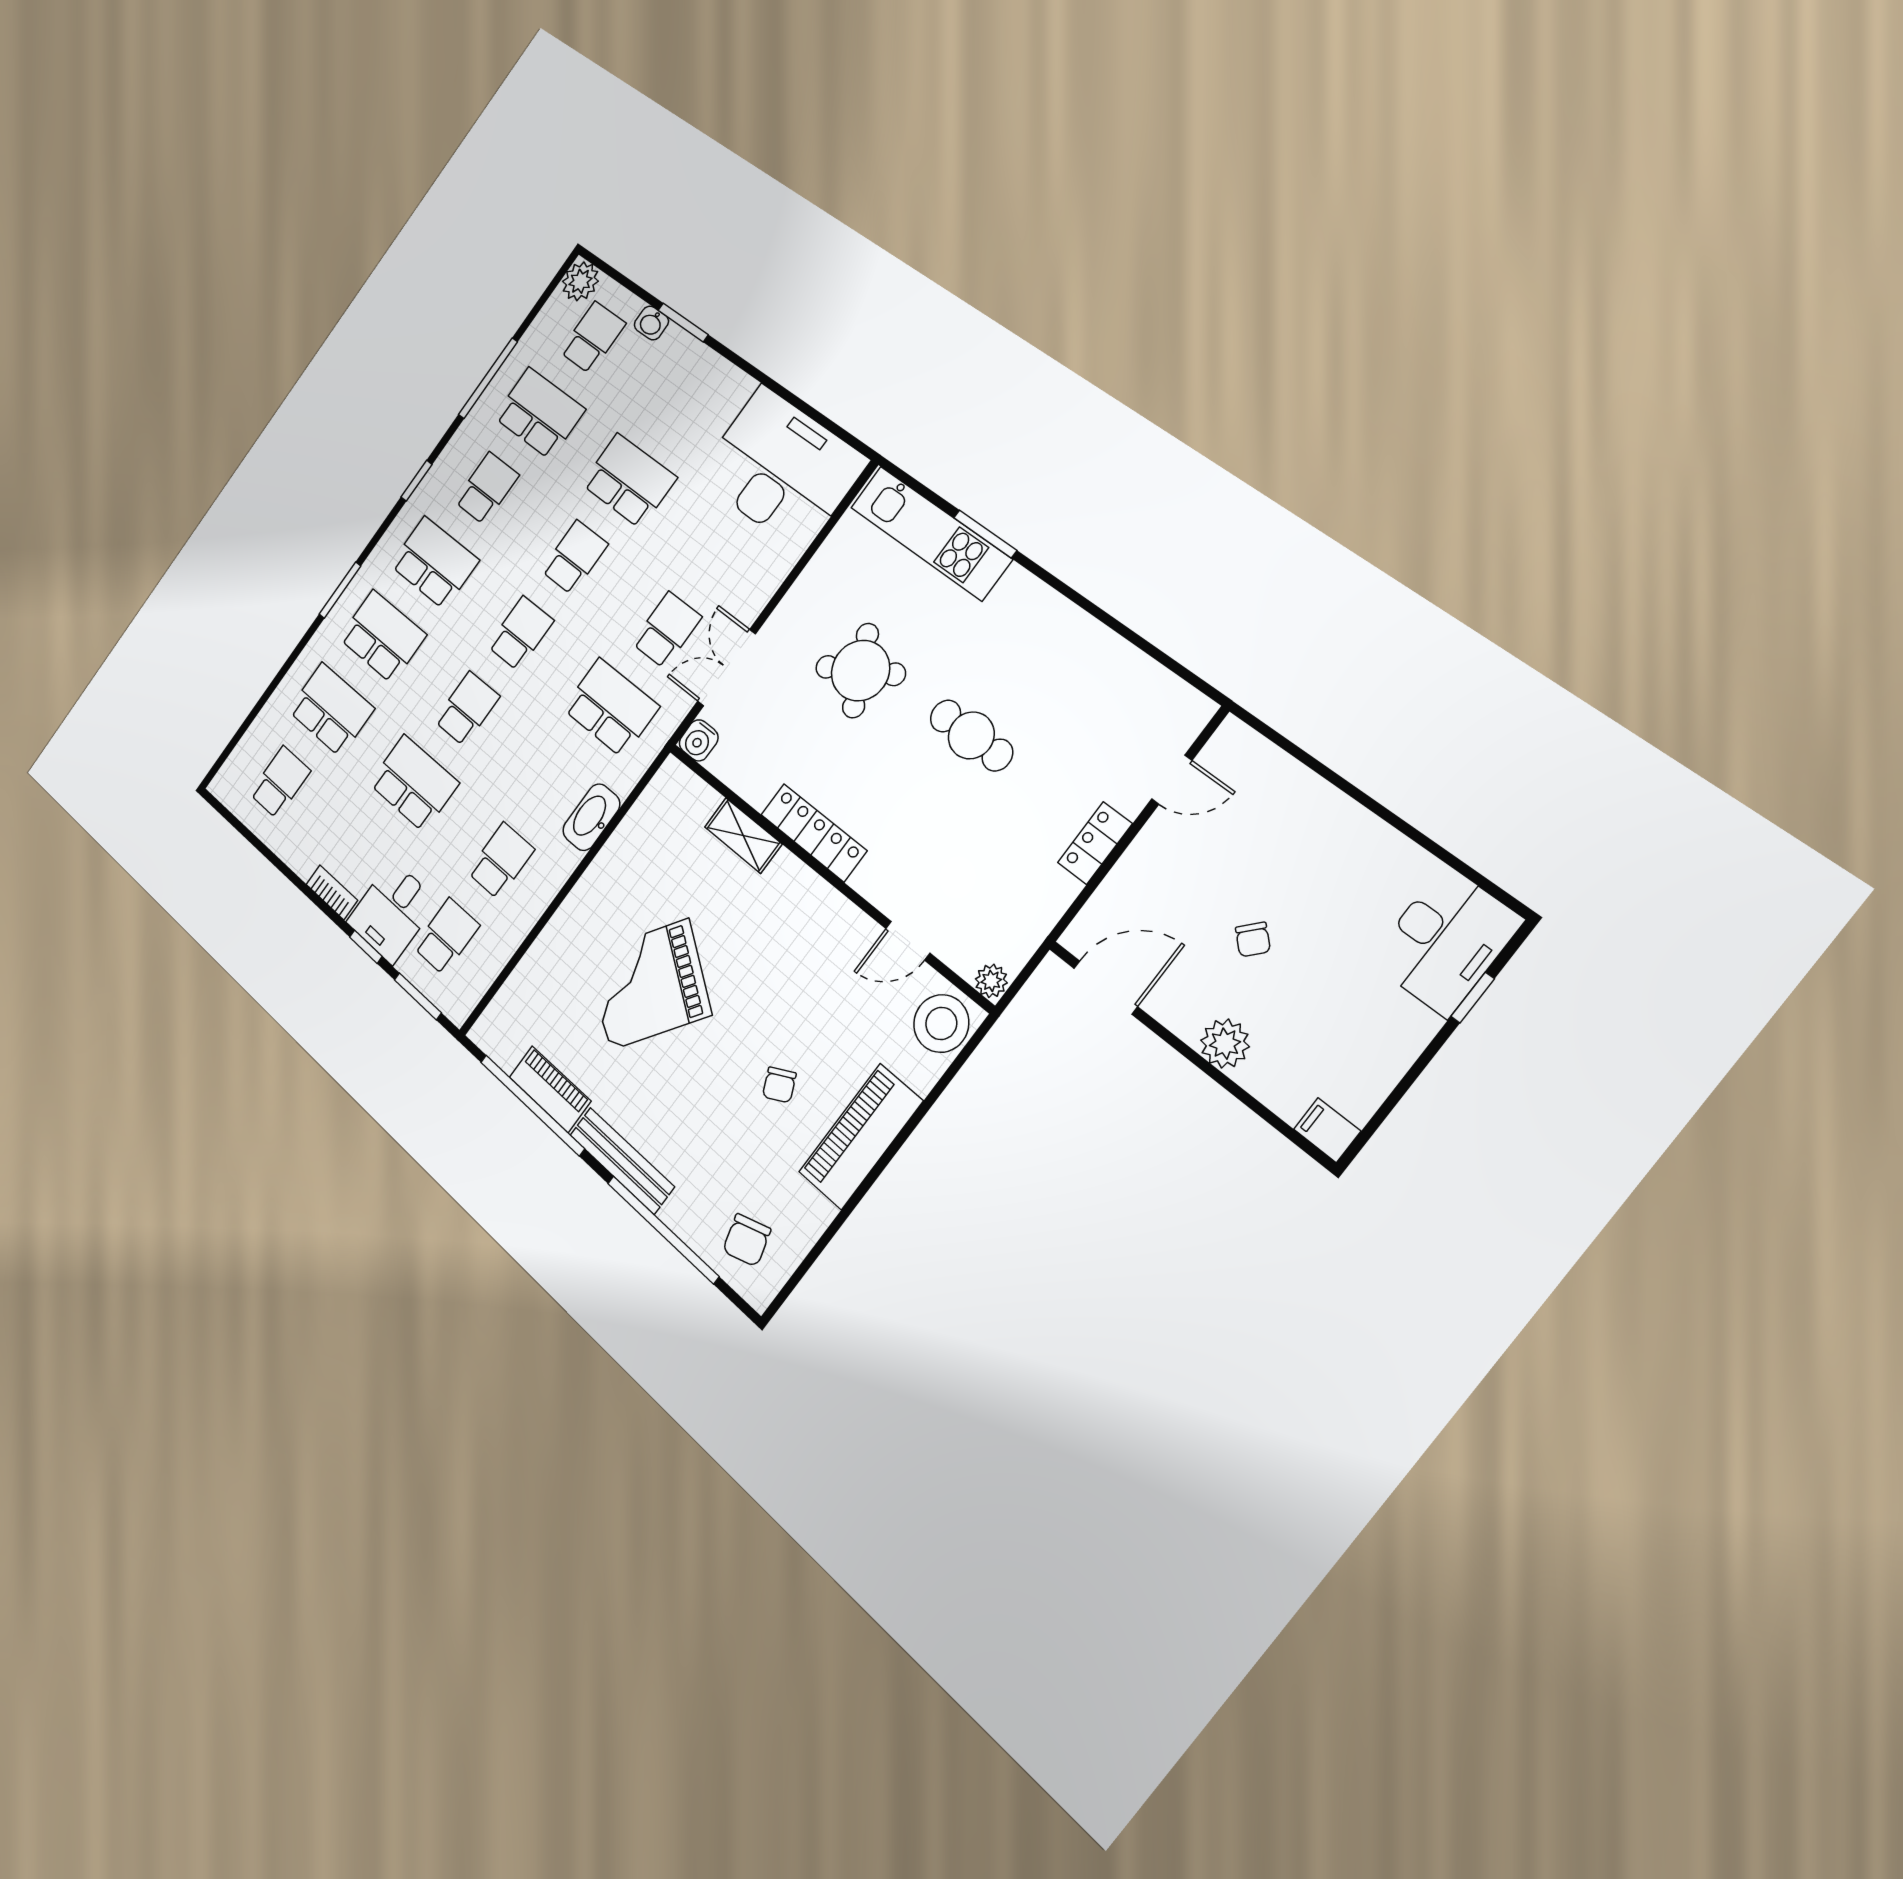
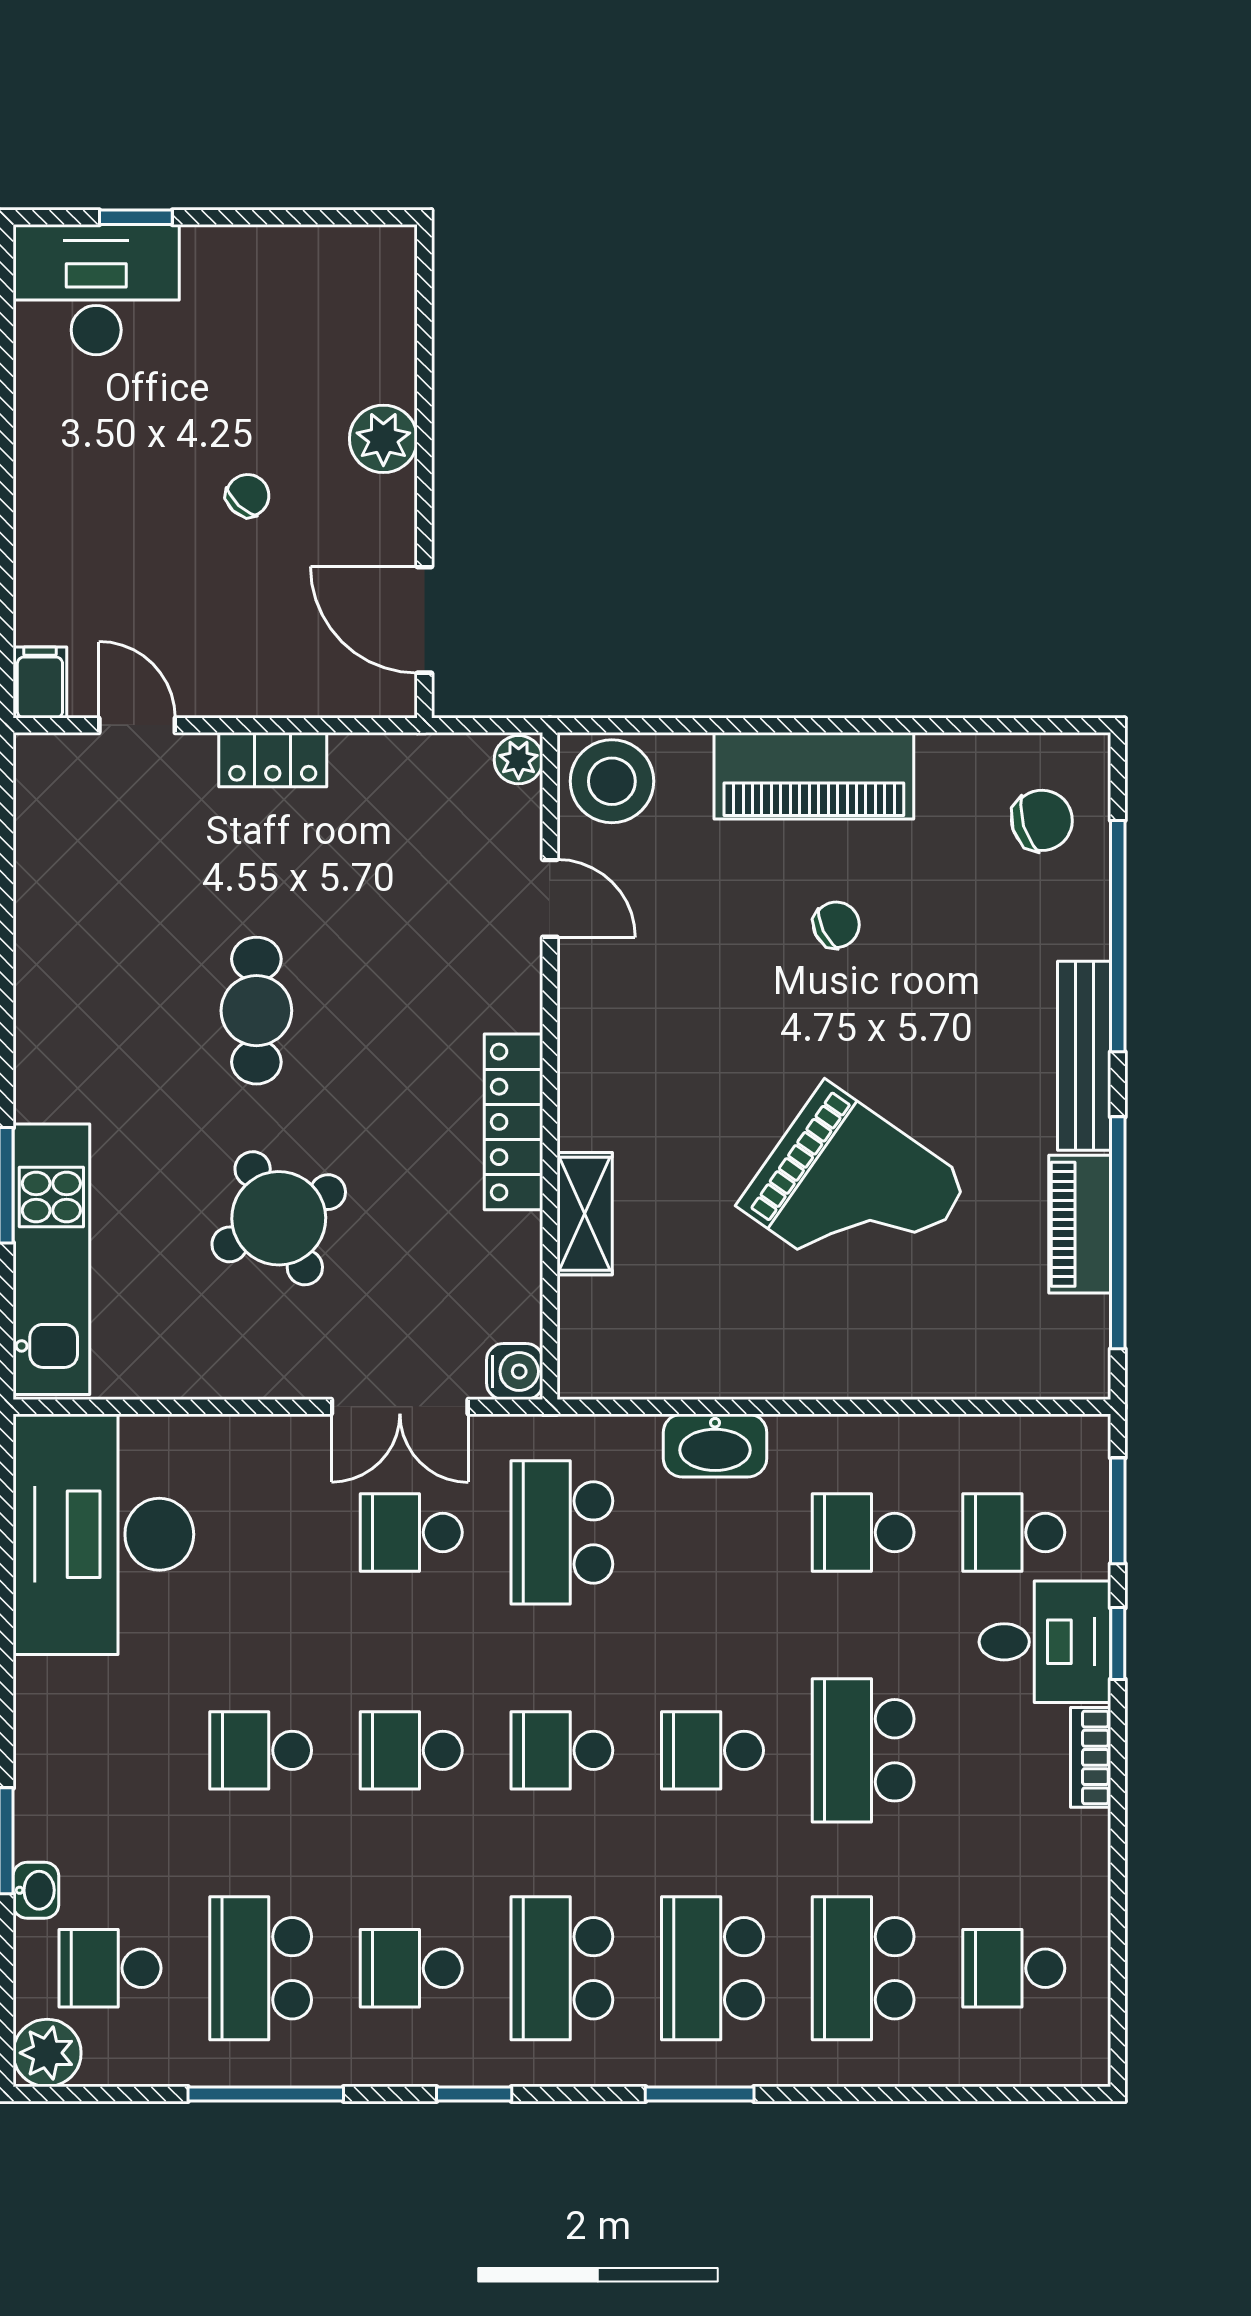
school desk: (629, 481) -> (261, 1750), width x0.54
filing cabinet: (1327, 1130) -> (40, 683), moved, turned 180

